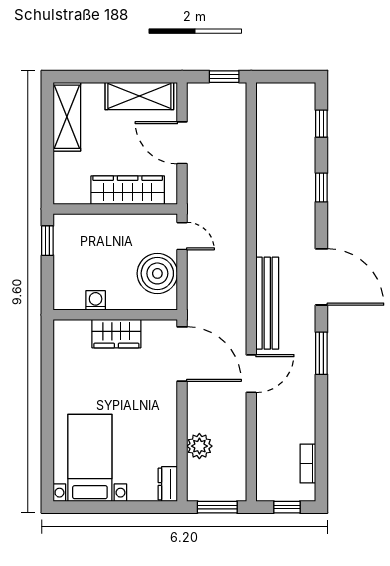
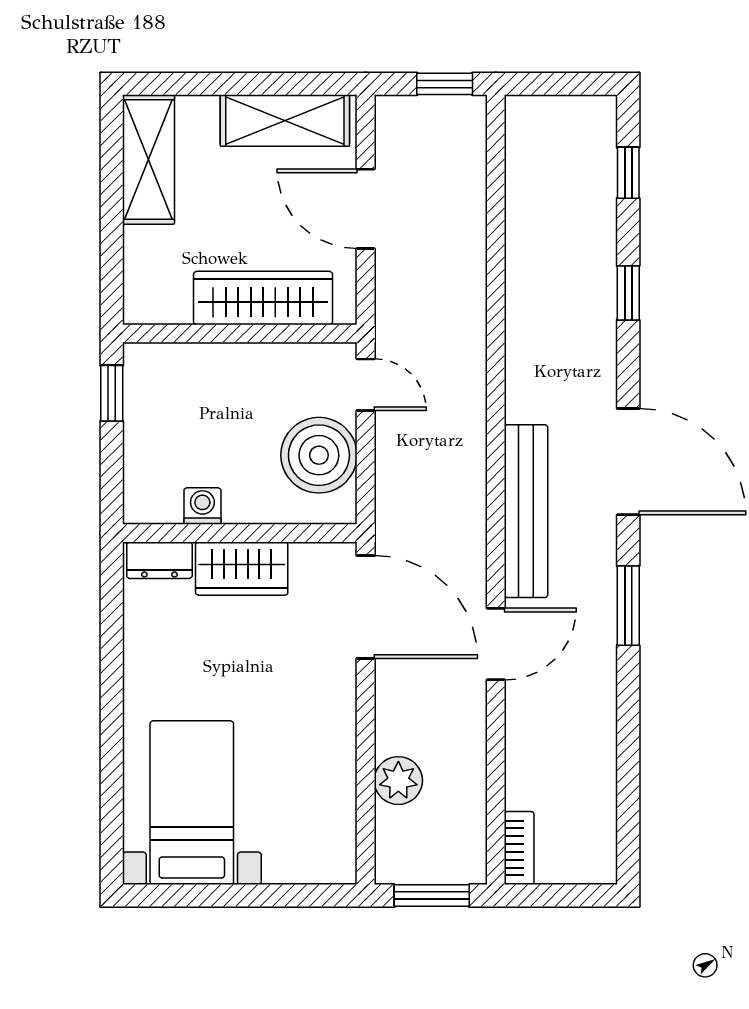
bookcase: (308, 463) -> (519, 848), moved, turned 180
dresser: (168, 484) -> (159, 560), moved, turned -90
window: (287, 507) -> (563, 896), removed

